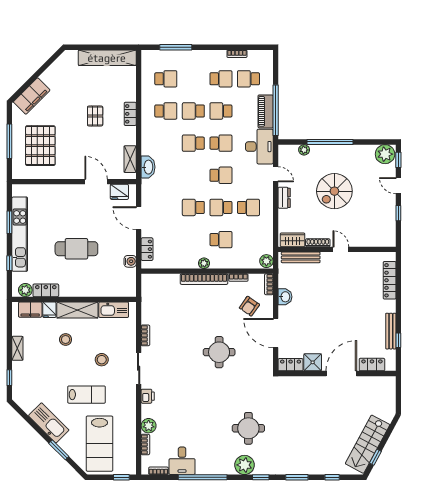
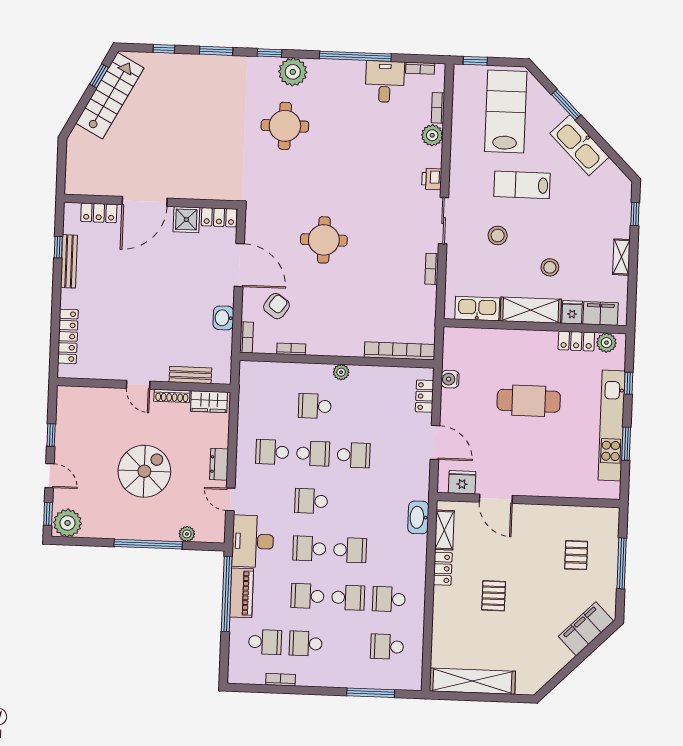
school desk: (221, 111) -> (307, 596), turned 180
locker: (130, 114) -> (443, 569), moved
pallet: (40, 146) -> (576, 555), width x0.49, depth x0.50
bench: (301, 257) -> (190, 375), width x0.73
plant: (266, 261) -> (249, 372), removed
bookcase: (204, 279) -> (400, 351), moved

